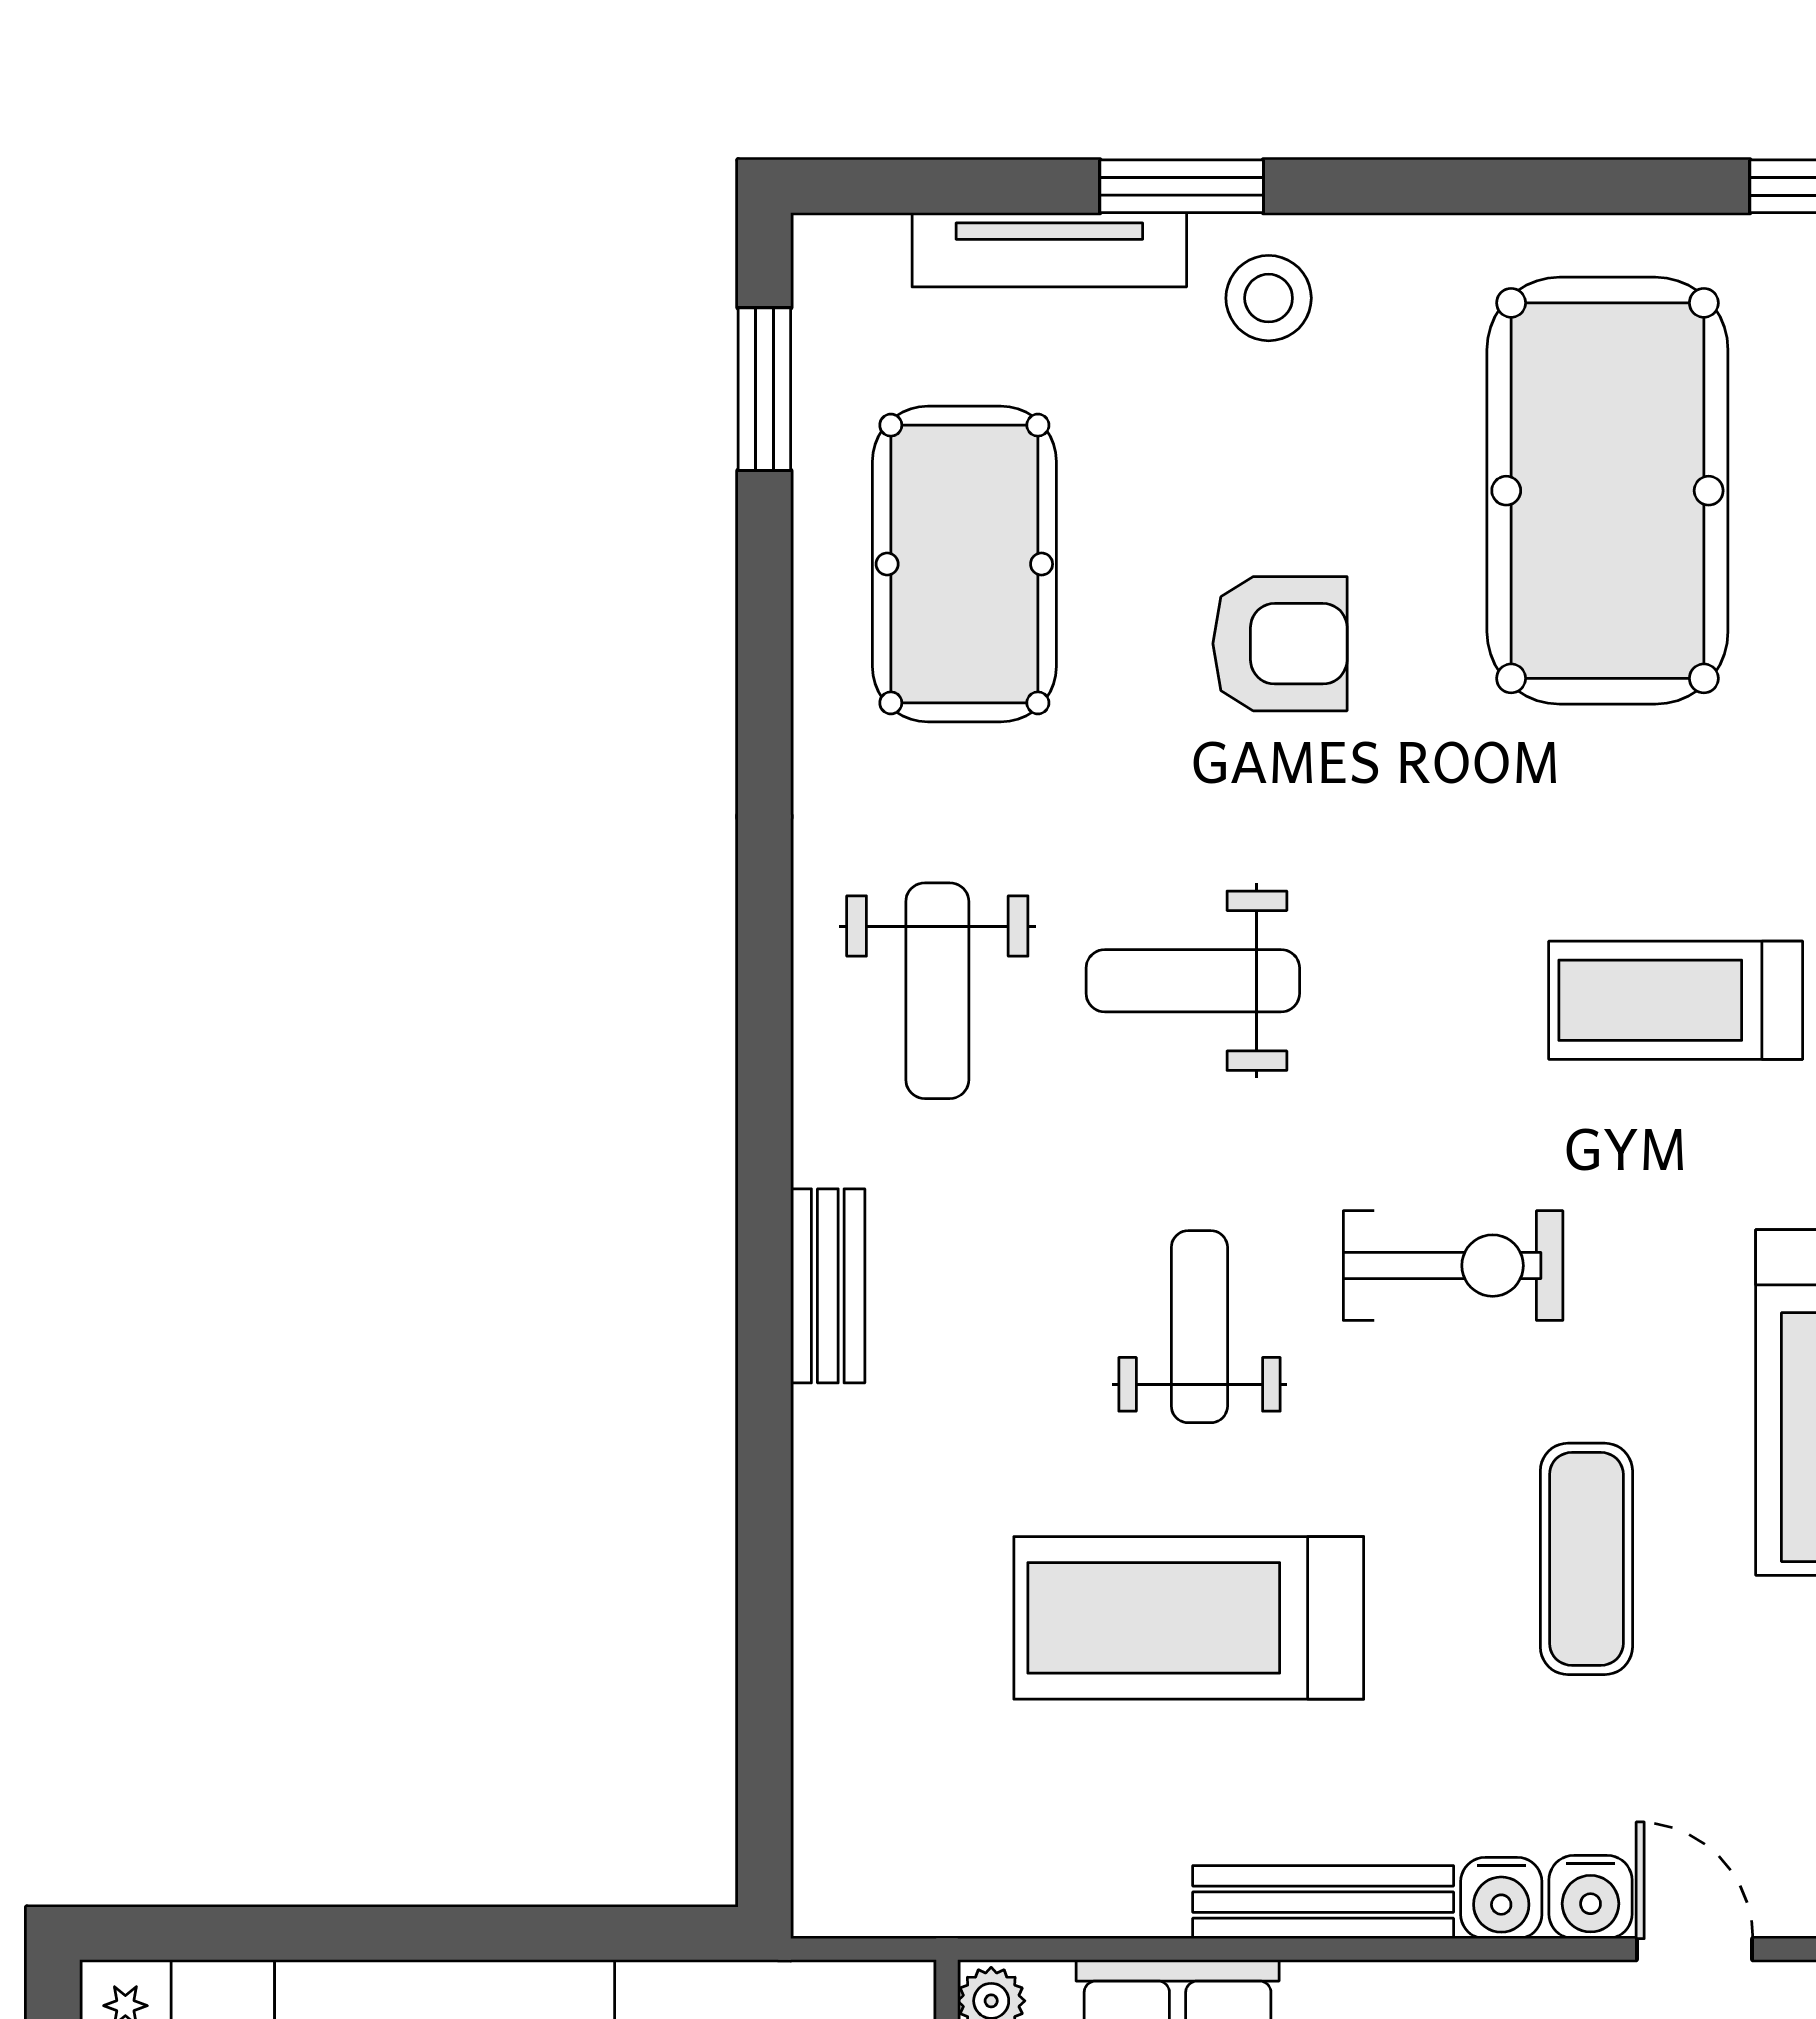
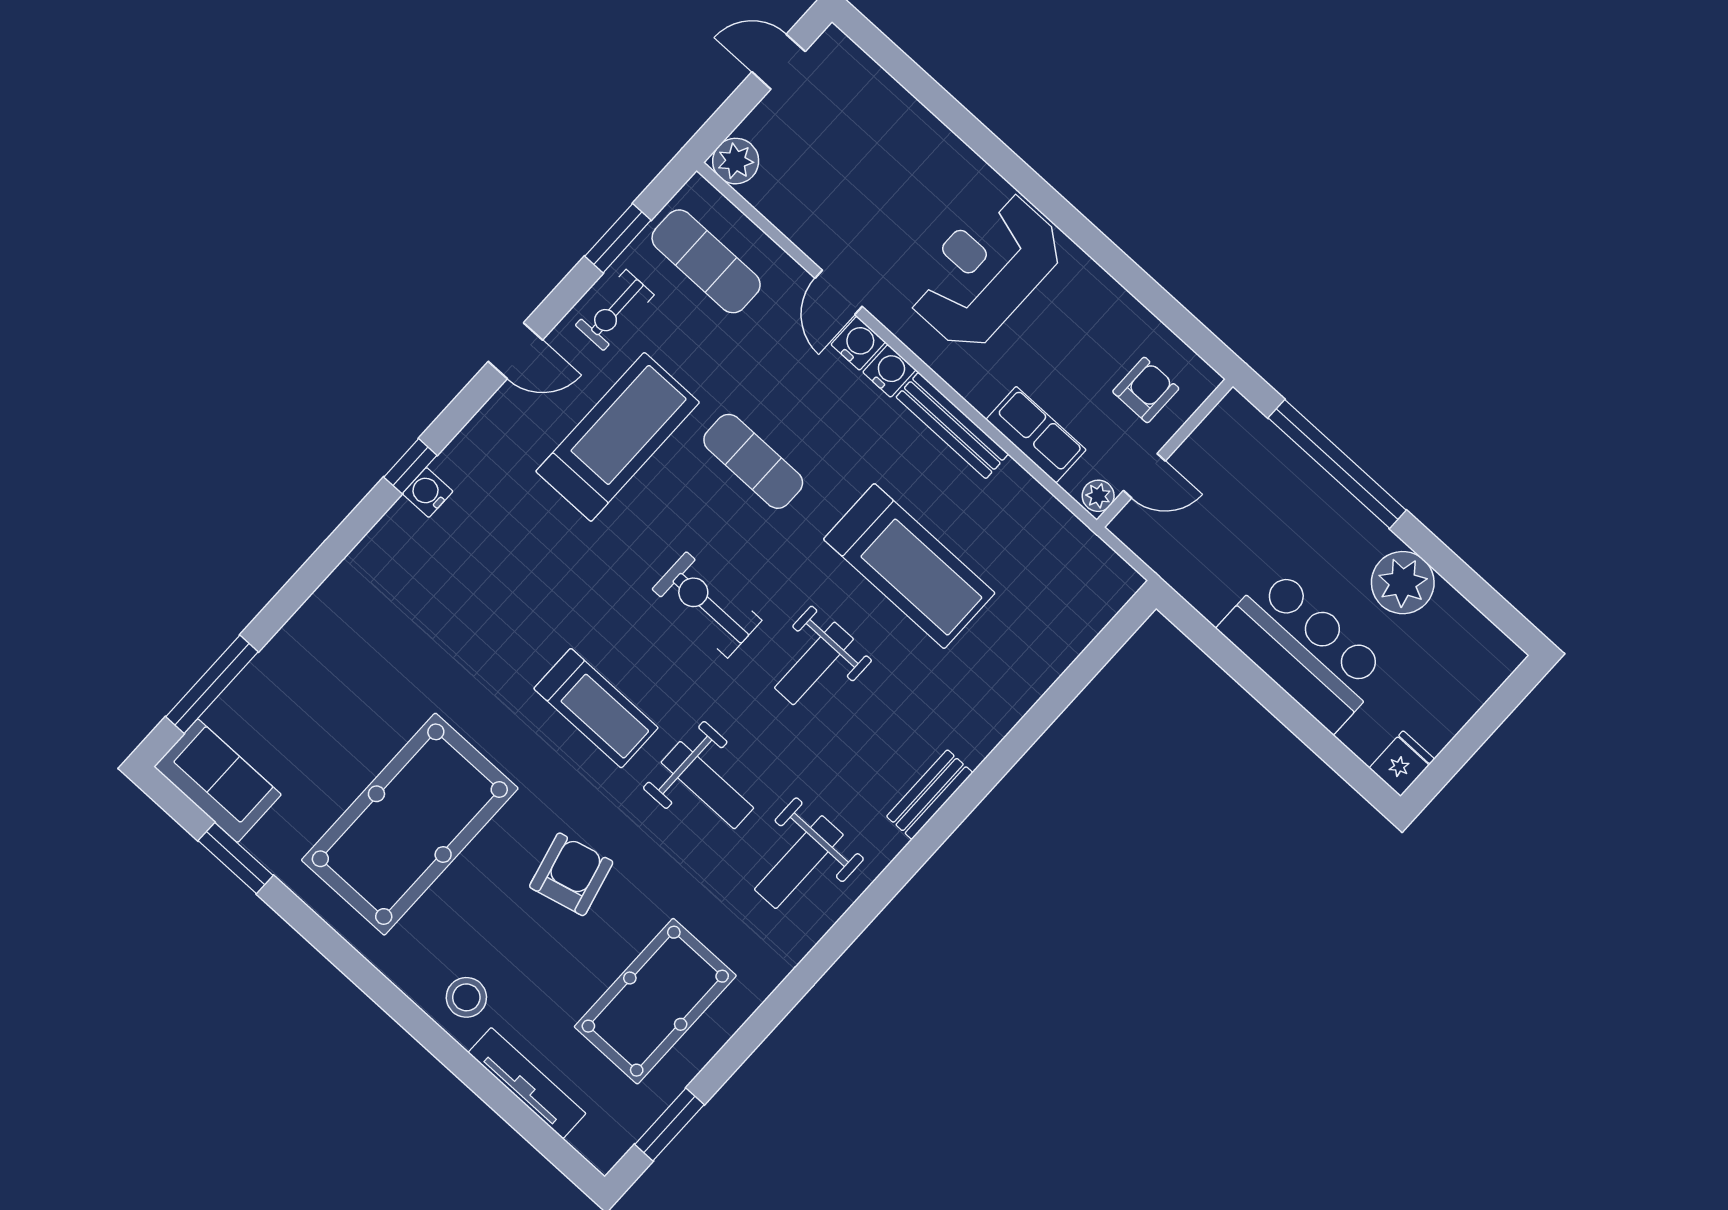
window: (1182, 186) -> (461, 1063), removed
armchair: (1280, 644) -> (571, 874), turned 76
weight bench: (937, 991) -> (799, 862), turned 180
treadmill: (1676, 1000) -> (596, 708), moved
exercise mat: (1586, 1559) -> (753, 461), turned 90

